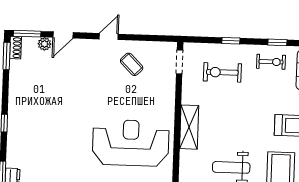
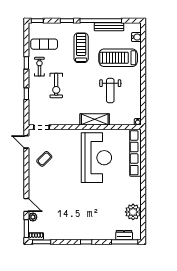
door: (109, 37) -> (26, 142), moved
exercise bike: (222, 72) -> (56, 85), moved
shelving: (189, 127) -> (95, 119), moved
reception desk: (131, 143) -> (96, 158), turned 180

